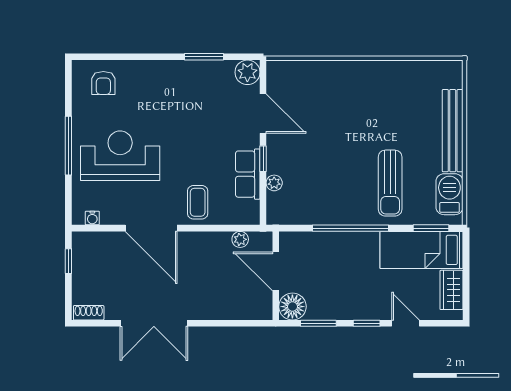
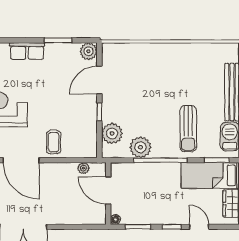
door: (263, 114) -> (99, 80), swing flipped
row of seats: (248, 174) -> (27, 51), moved, turned -90
plant: (274, 183) -> (112, 133), width x1.87, depth x1.87
plant: (322, 210) -> (140, 147), added
floor lamp: (292, 307) -> (116, 219), width x0.53, depth x0.53

